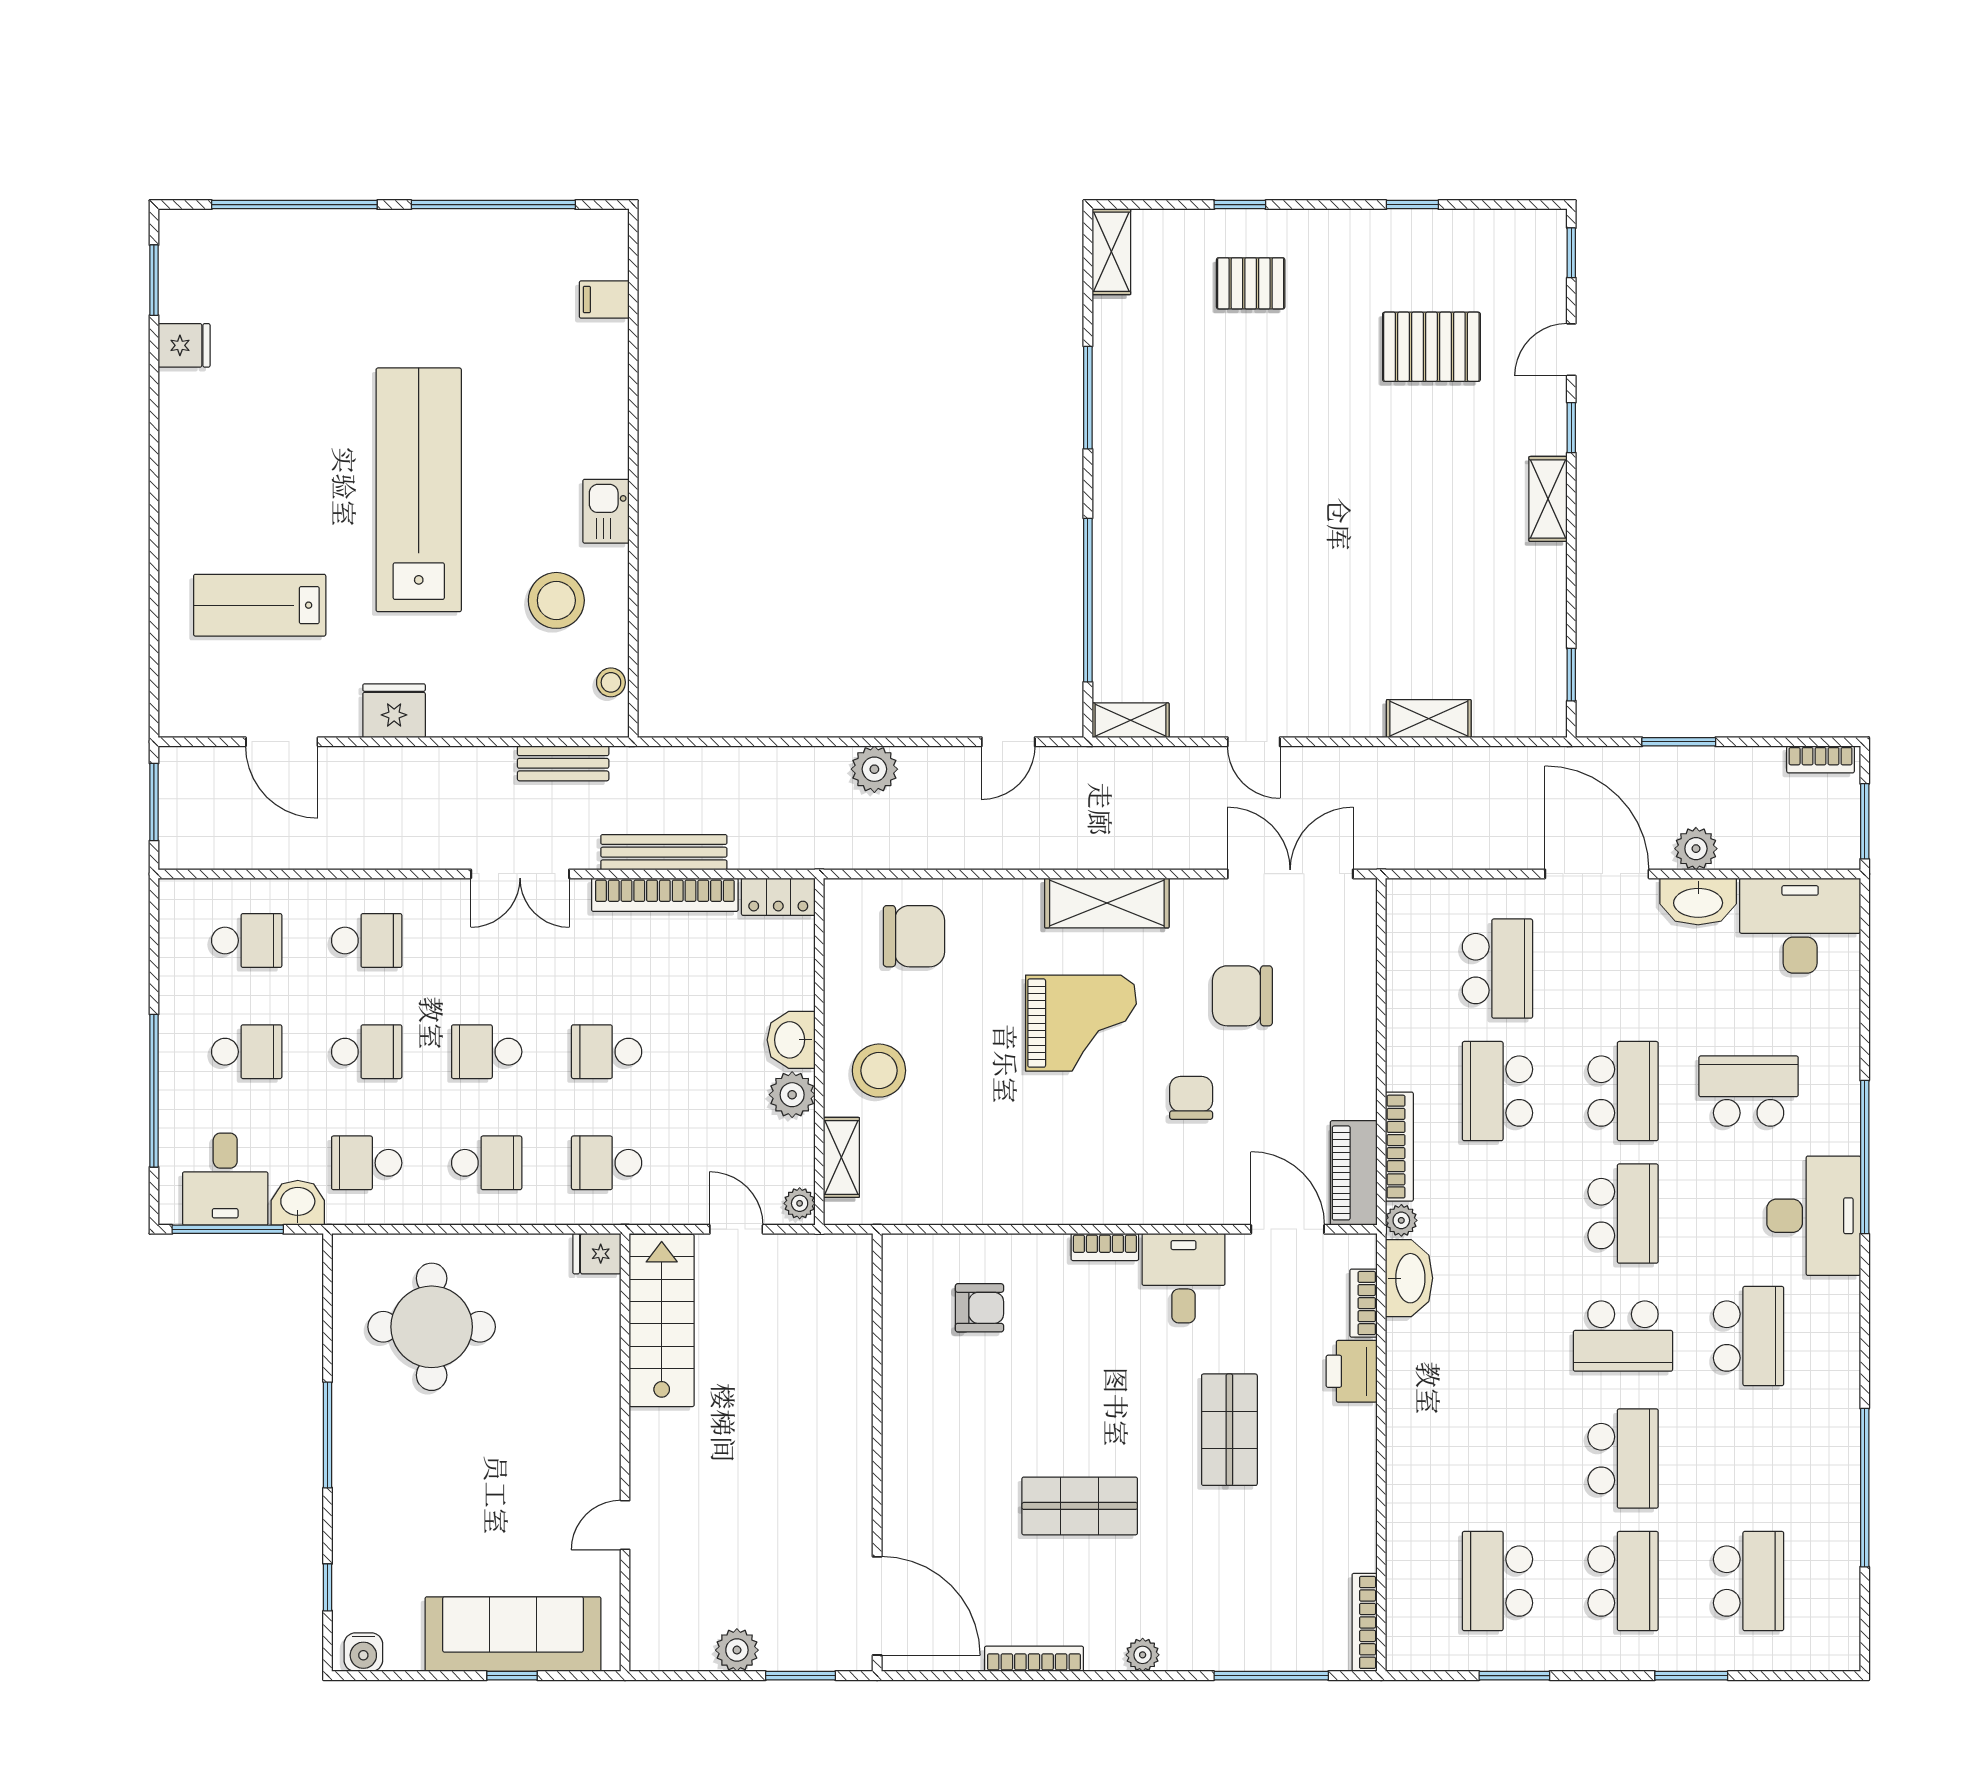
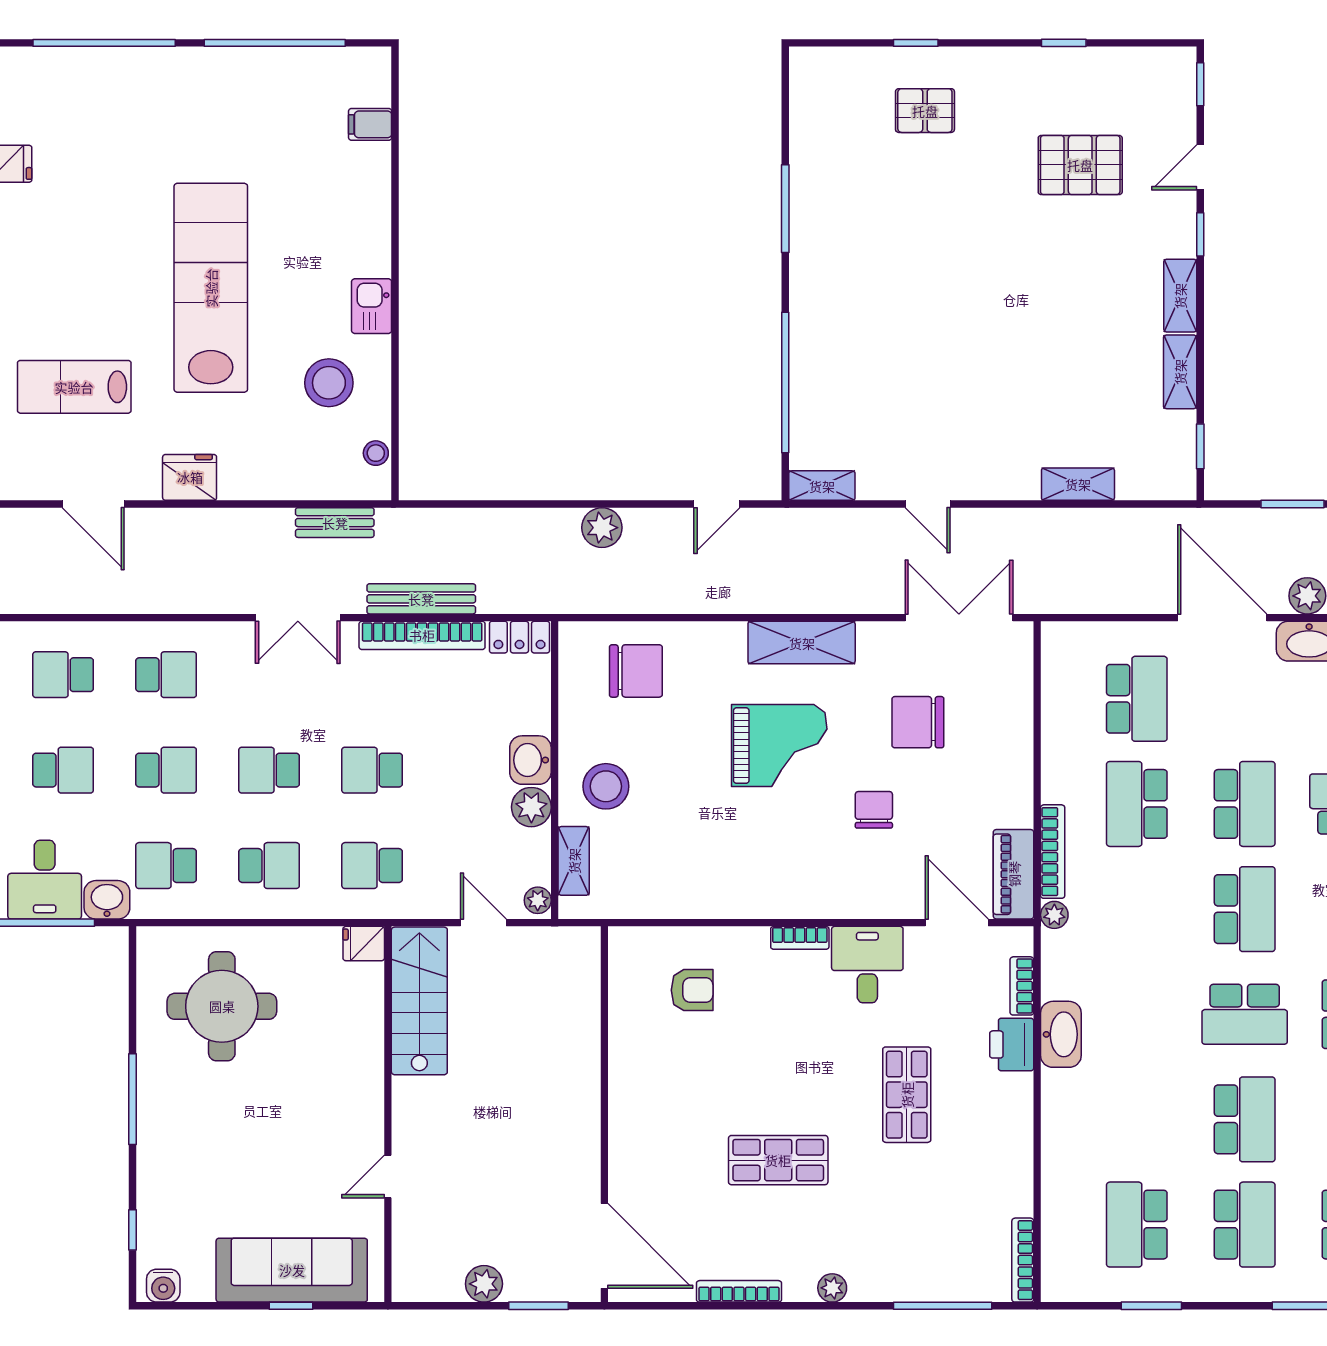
shelving: (1111, 252) -> (1180, 372), moved
school desk: (247, 940) -> (63, 675), turned 180
washbasin: (1409, 1278) -> (1061, 1034), moved

